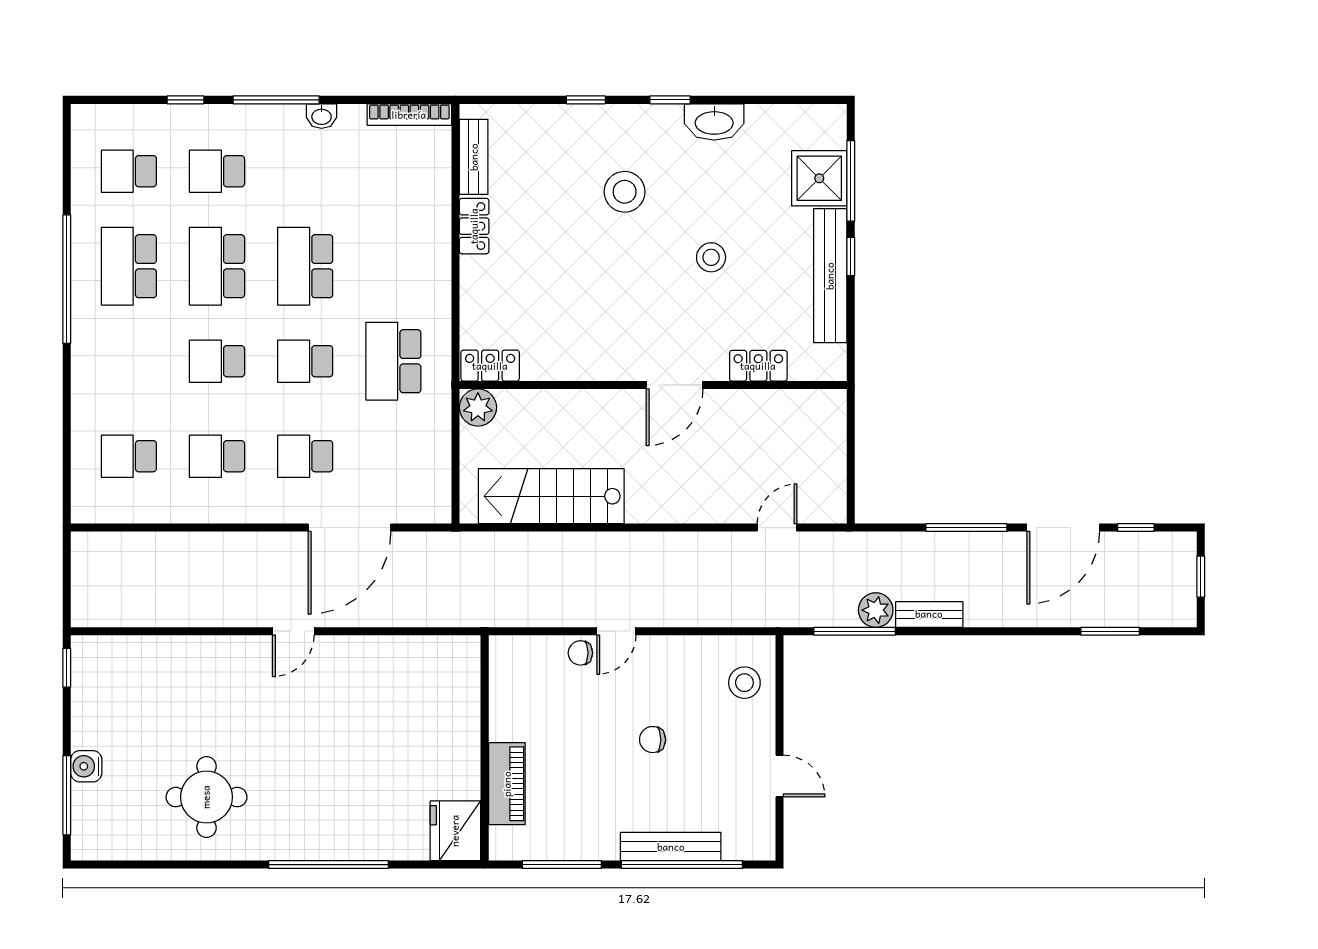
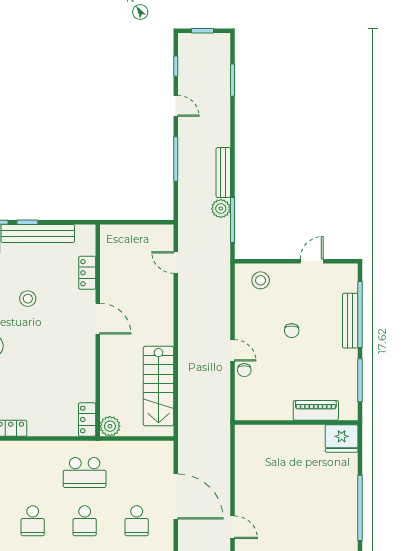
school desk: (305, 266) -> (33, 521), width x0.54
door: (1063, 528) -> (176, 106), width x0.53
bench: (929, 614) -> (223, 173), width x1.36

